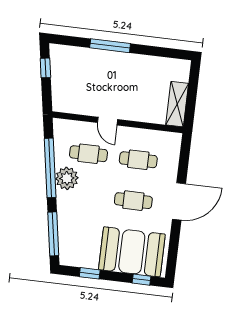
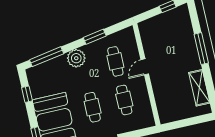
shelving: (177, 104) -> (199, 88), moved, turned 90
window: (50, 168) -> (95, 37), width x0.47
plant: (67, 178) -> (76, 58), moved

